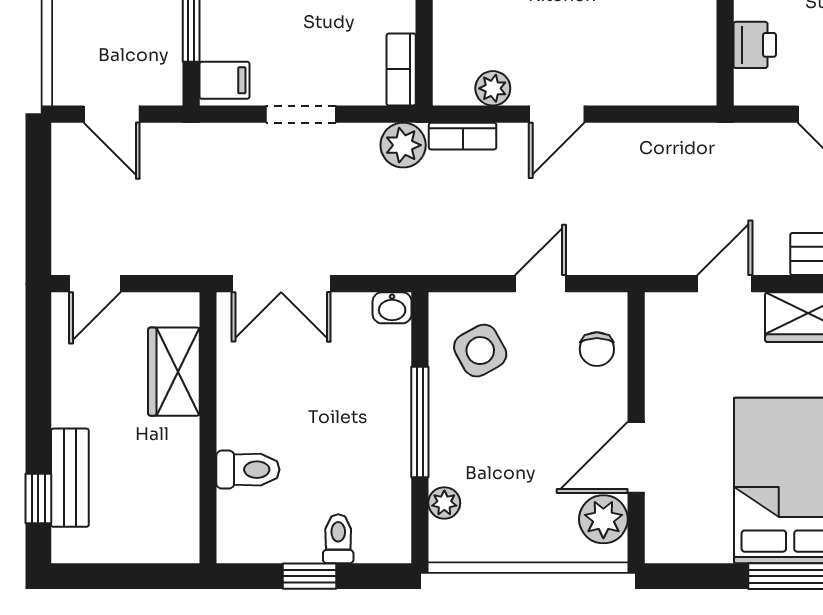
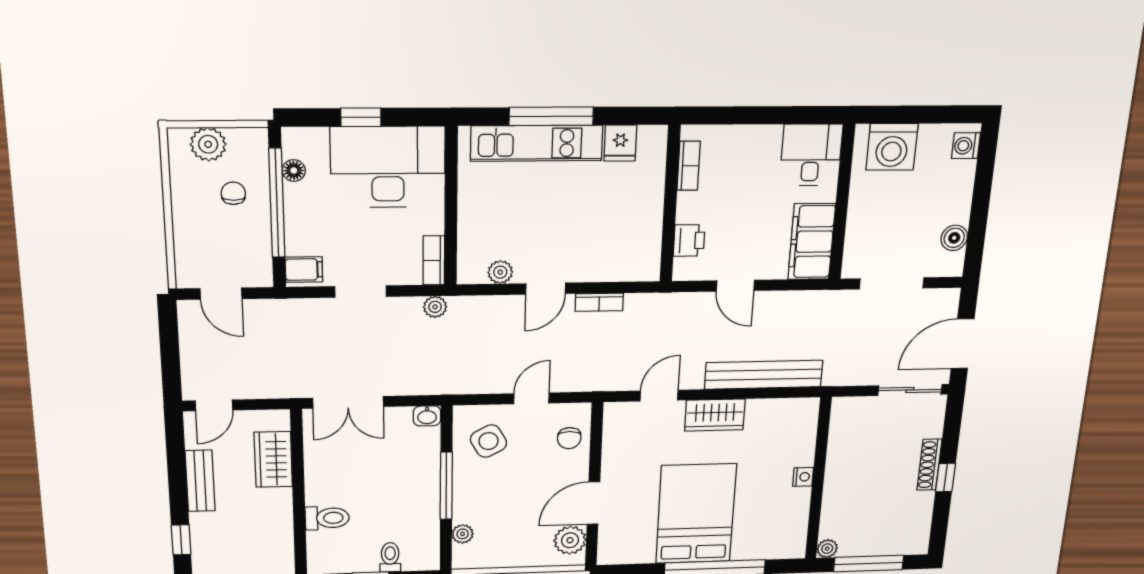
bookcase: (463, 136) -> (599, 302), moved
plant: (403, 145) -> (435, 307), width x0.73, depth x0.73
bench: (70, 478) -> (200, 481), moved

